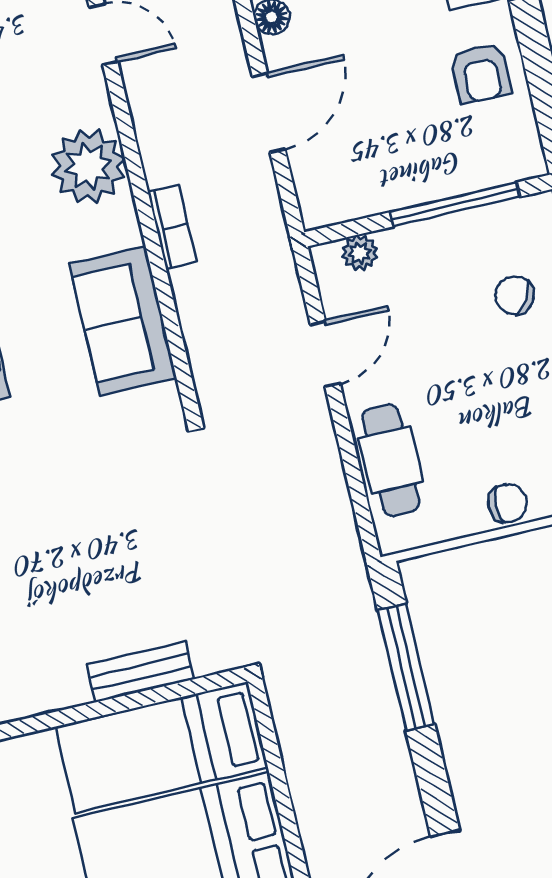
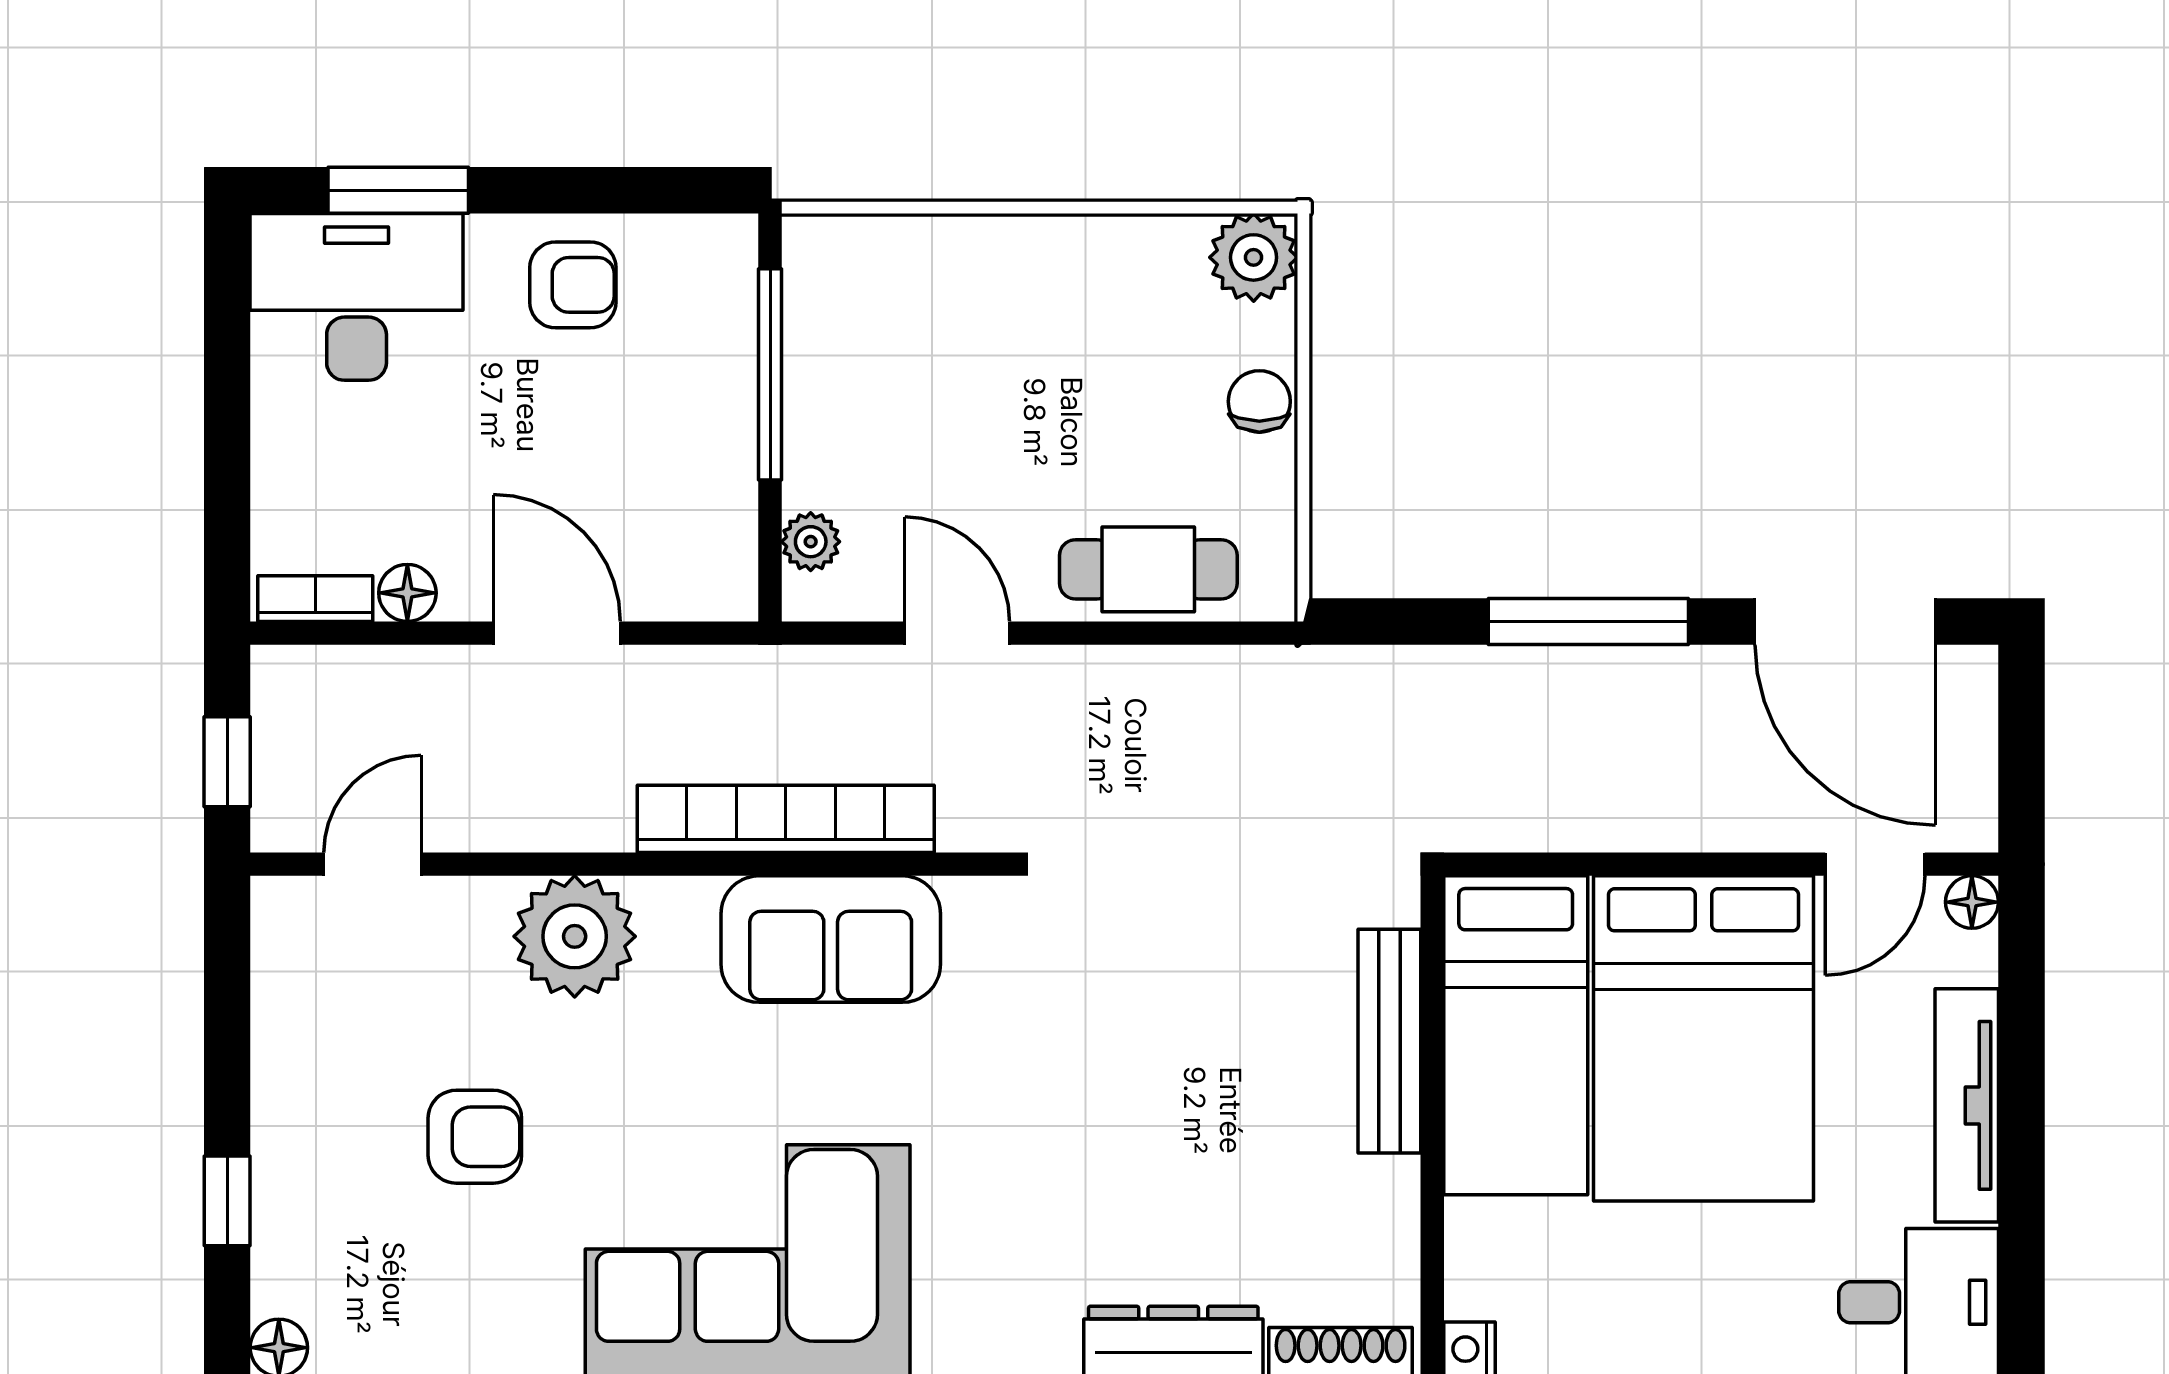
bookcase: (172, 227) -> (786, 819), width x2.31, depth x1.31
chair: (515, 295) -> (935, 314), removed
window: (406, 667) -> (1588, 622), moved
bench: (140, 672) -> (1389, 1041), width x1.36

